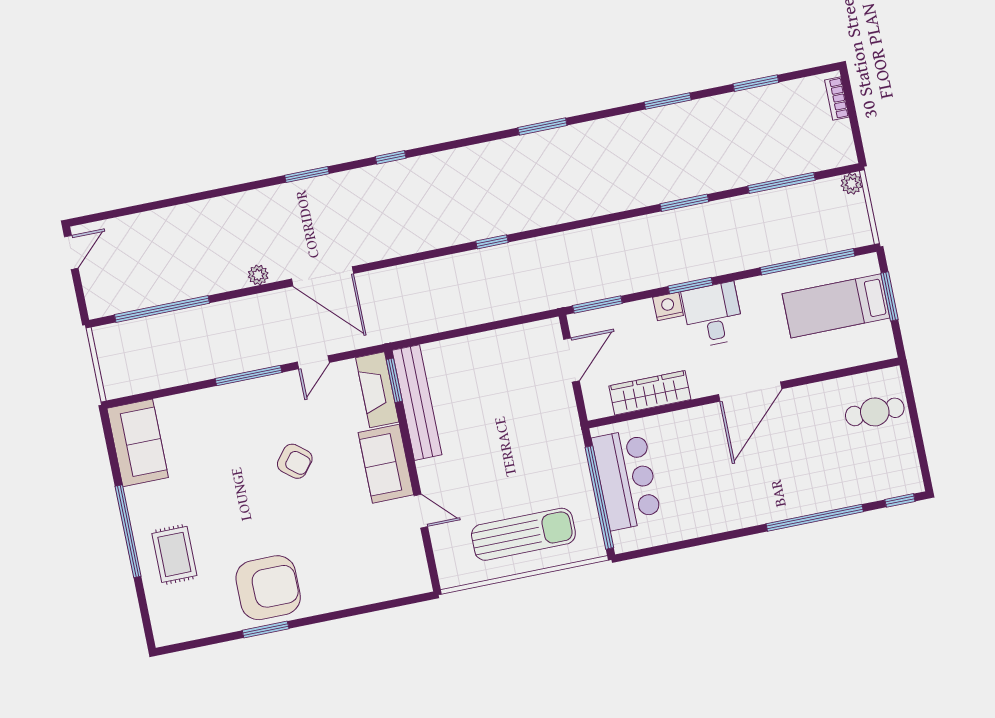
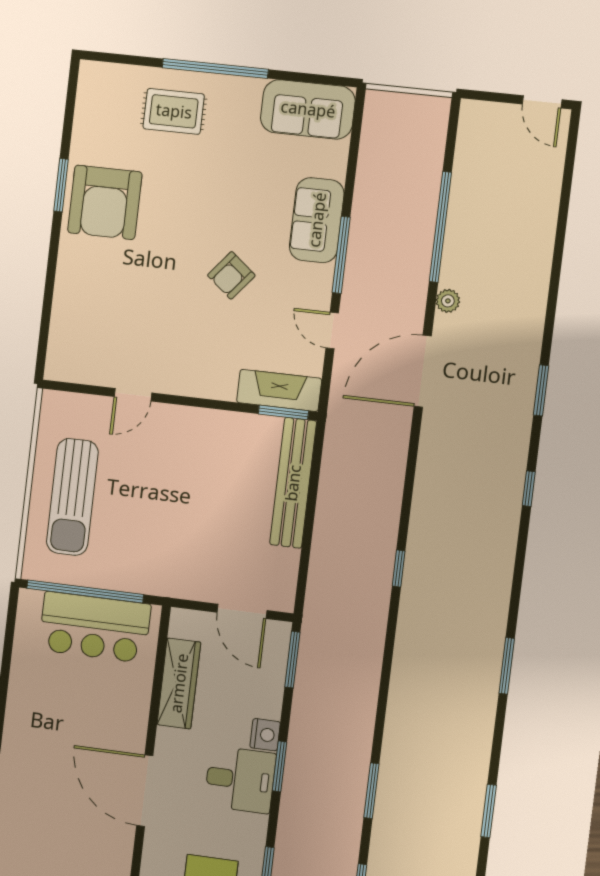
window: (162, 309) -> (440, 227), moved
bench: (417, 403) -> (293, 483), moved, turned 90
sofa: (386, 464) -> (317, 220), moved, turned -90

